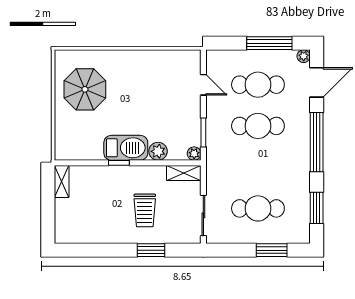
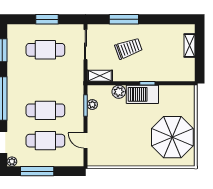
parasol: (85, 89) -> (172, 137), width x1.36, depth x1.36
plant: (194, 154) -> (92, 105), moved
shelving: (62, 181) -> (190, 45), moved
trolley: (145, 210) -> (128, 48), turned 70
window: (151, 250) -> (124, 19), width x1.44
window: (272, 250) -> (47, 19), moved

